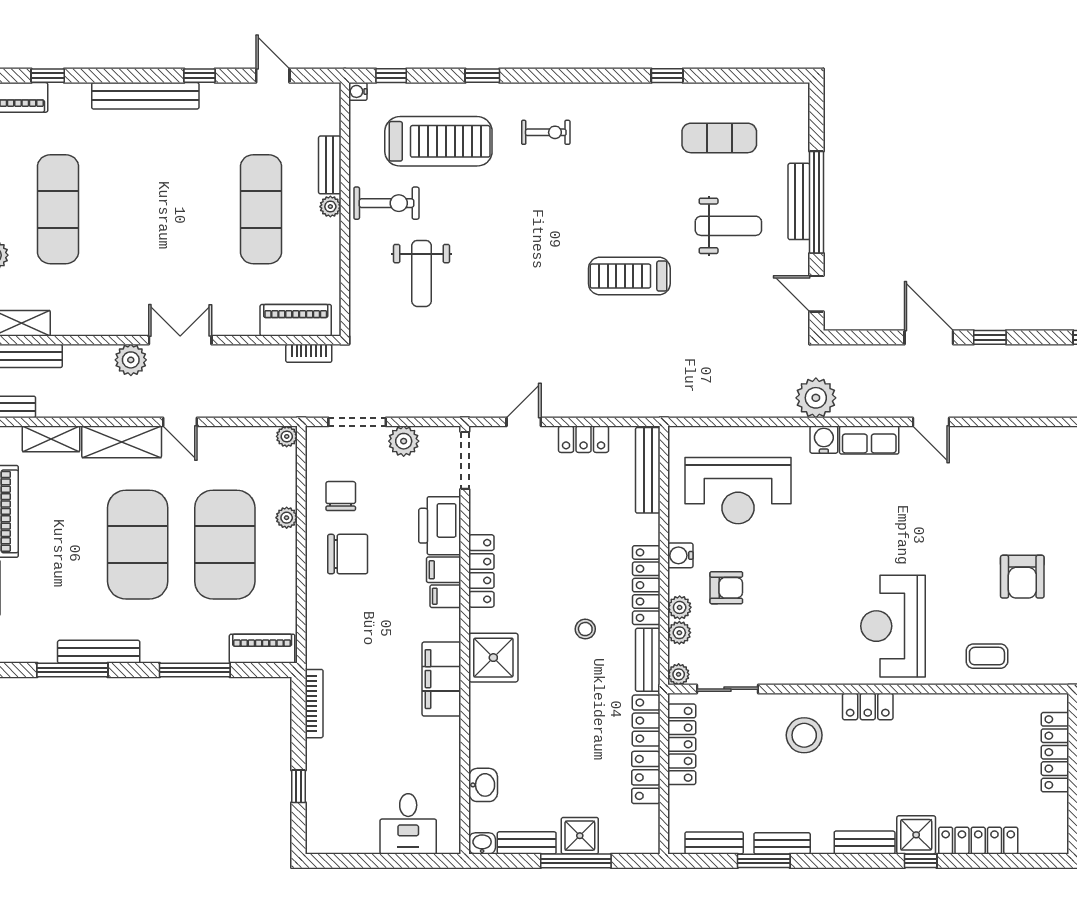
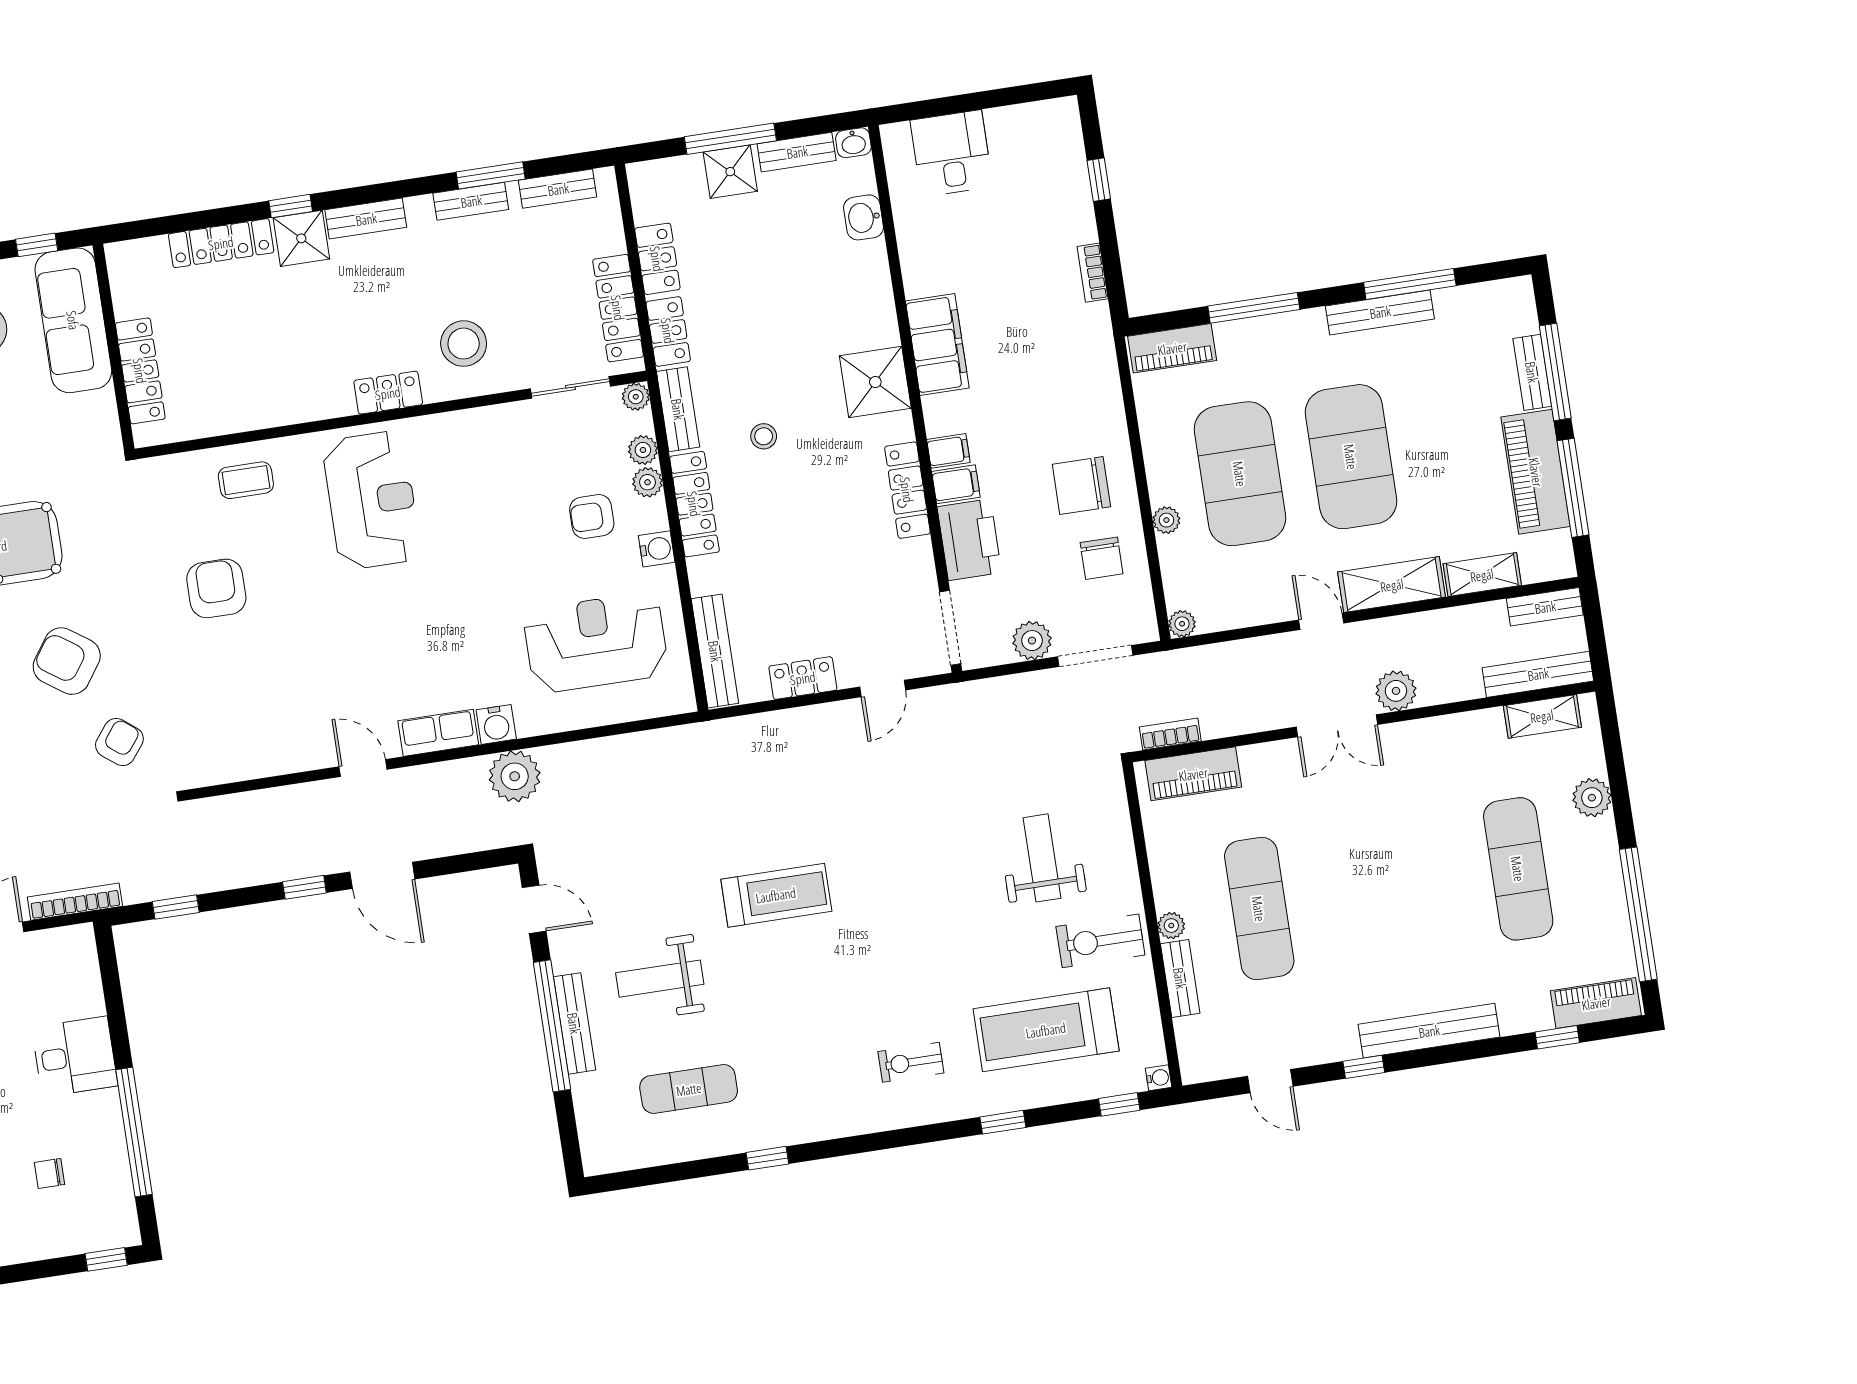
bookcase: (314, 704) -> (1093, 273), width x0.64

